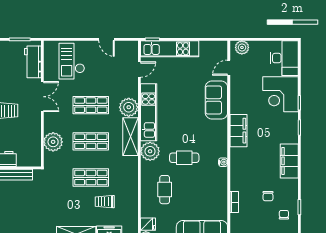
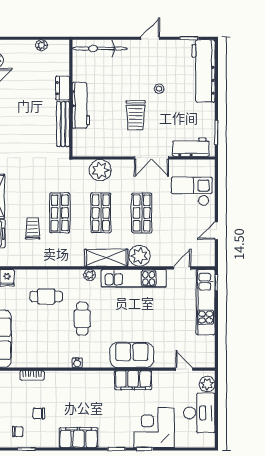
desk: (284, 58) -> (199, 413), moved, turned -90
door: (139, 70) -> (182, 268), swing flipped
sofa: (216, 100) -> (132, 355), moved
filing cabinet: (238, 131) -> (133, 380), moved
plant: (150, 151) -> (90, 275), width x0.53, depth x0.53

